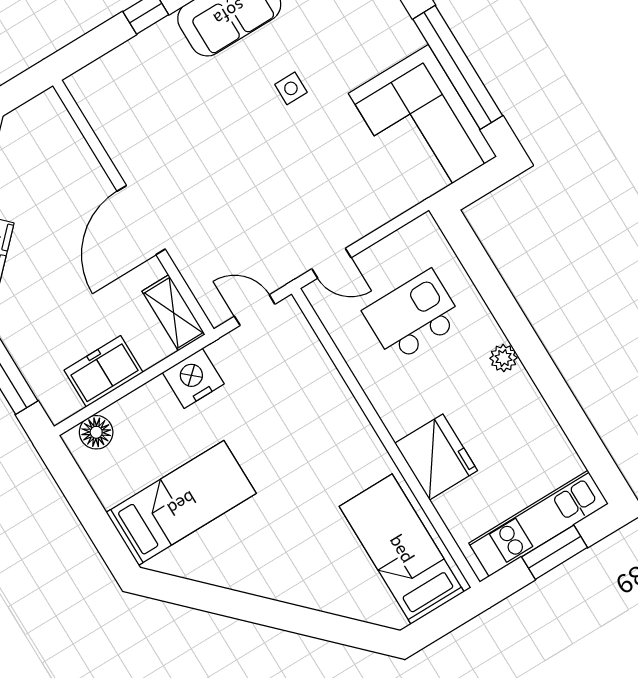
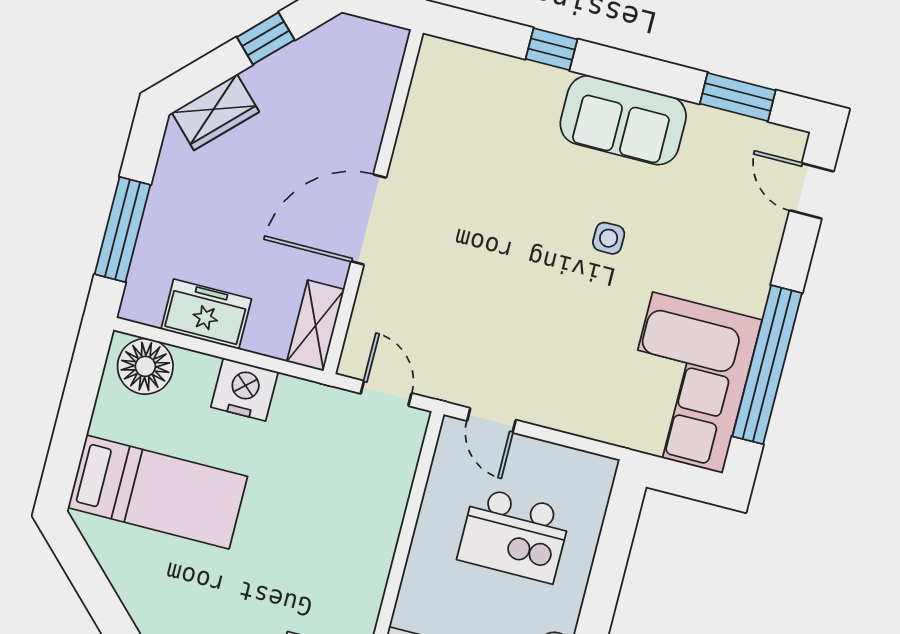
kitchen island: (413, 316) -> (514, 535), turned 180
nightstand: (193, 378) -> (245, 389), moved
floor lamp: (96, 432) -> (145, 366), width x1.38, depth x1.38

